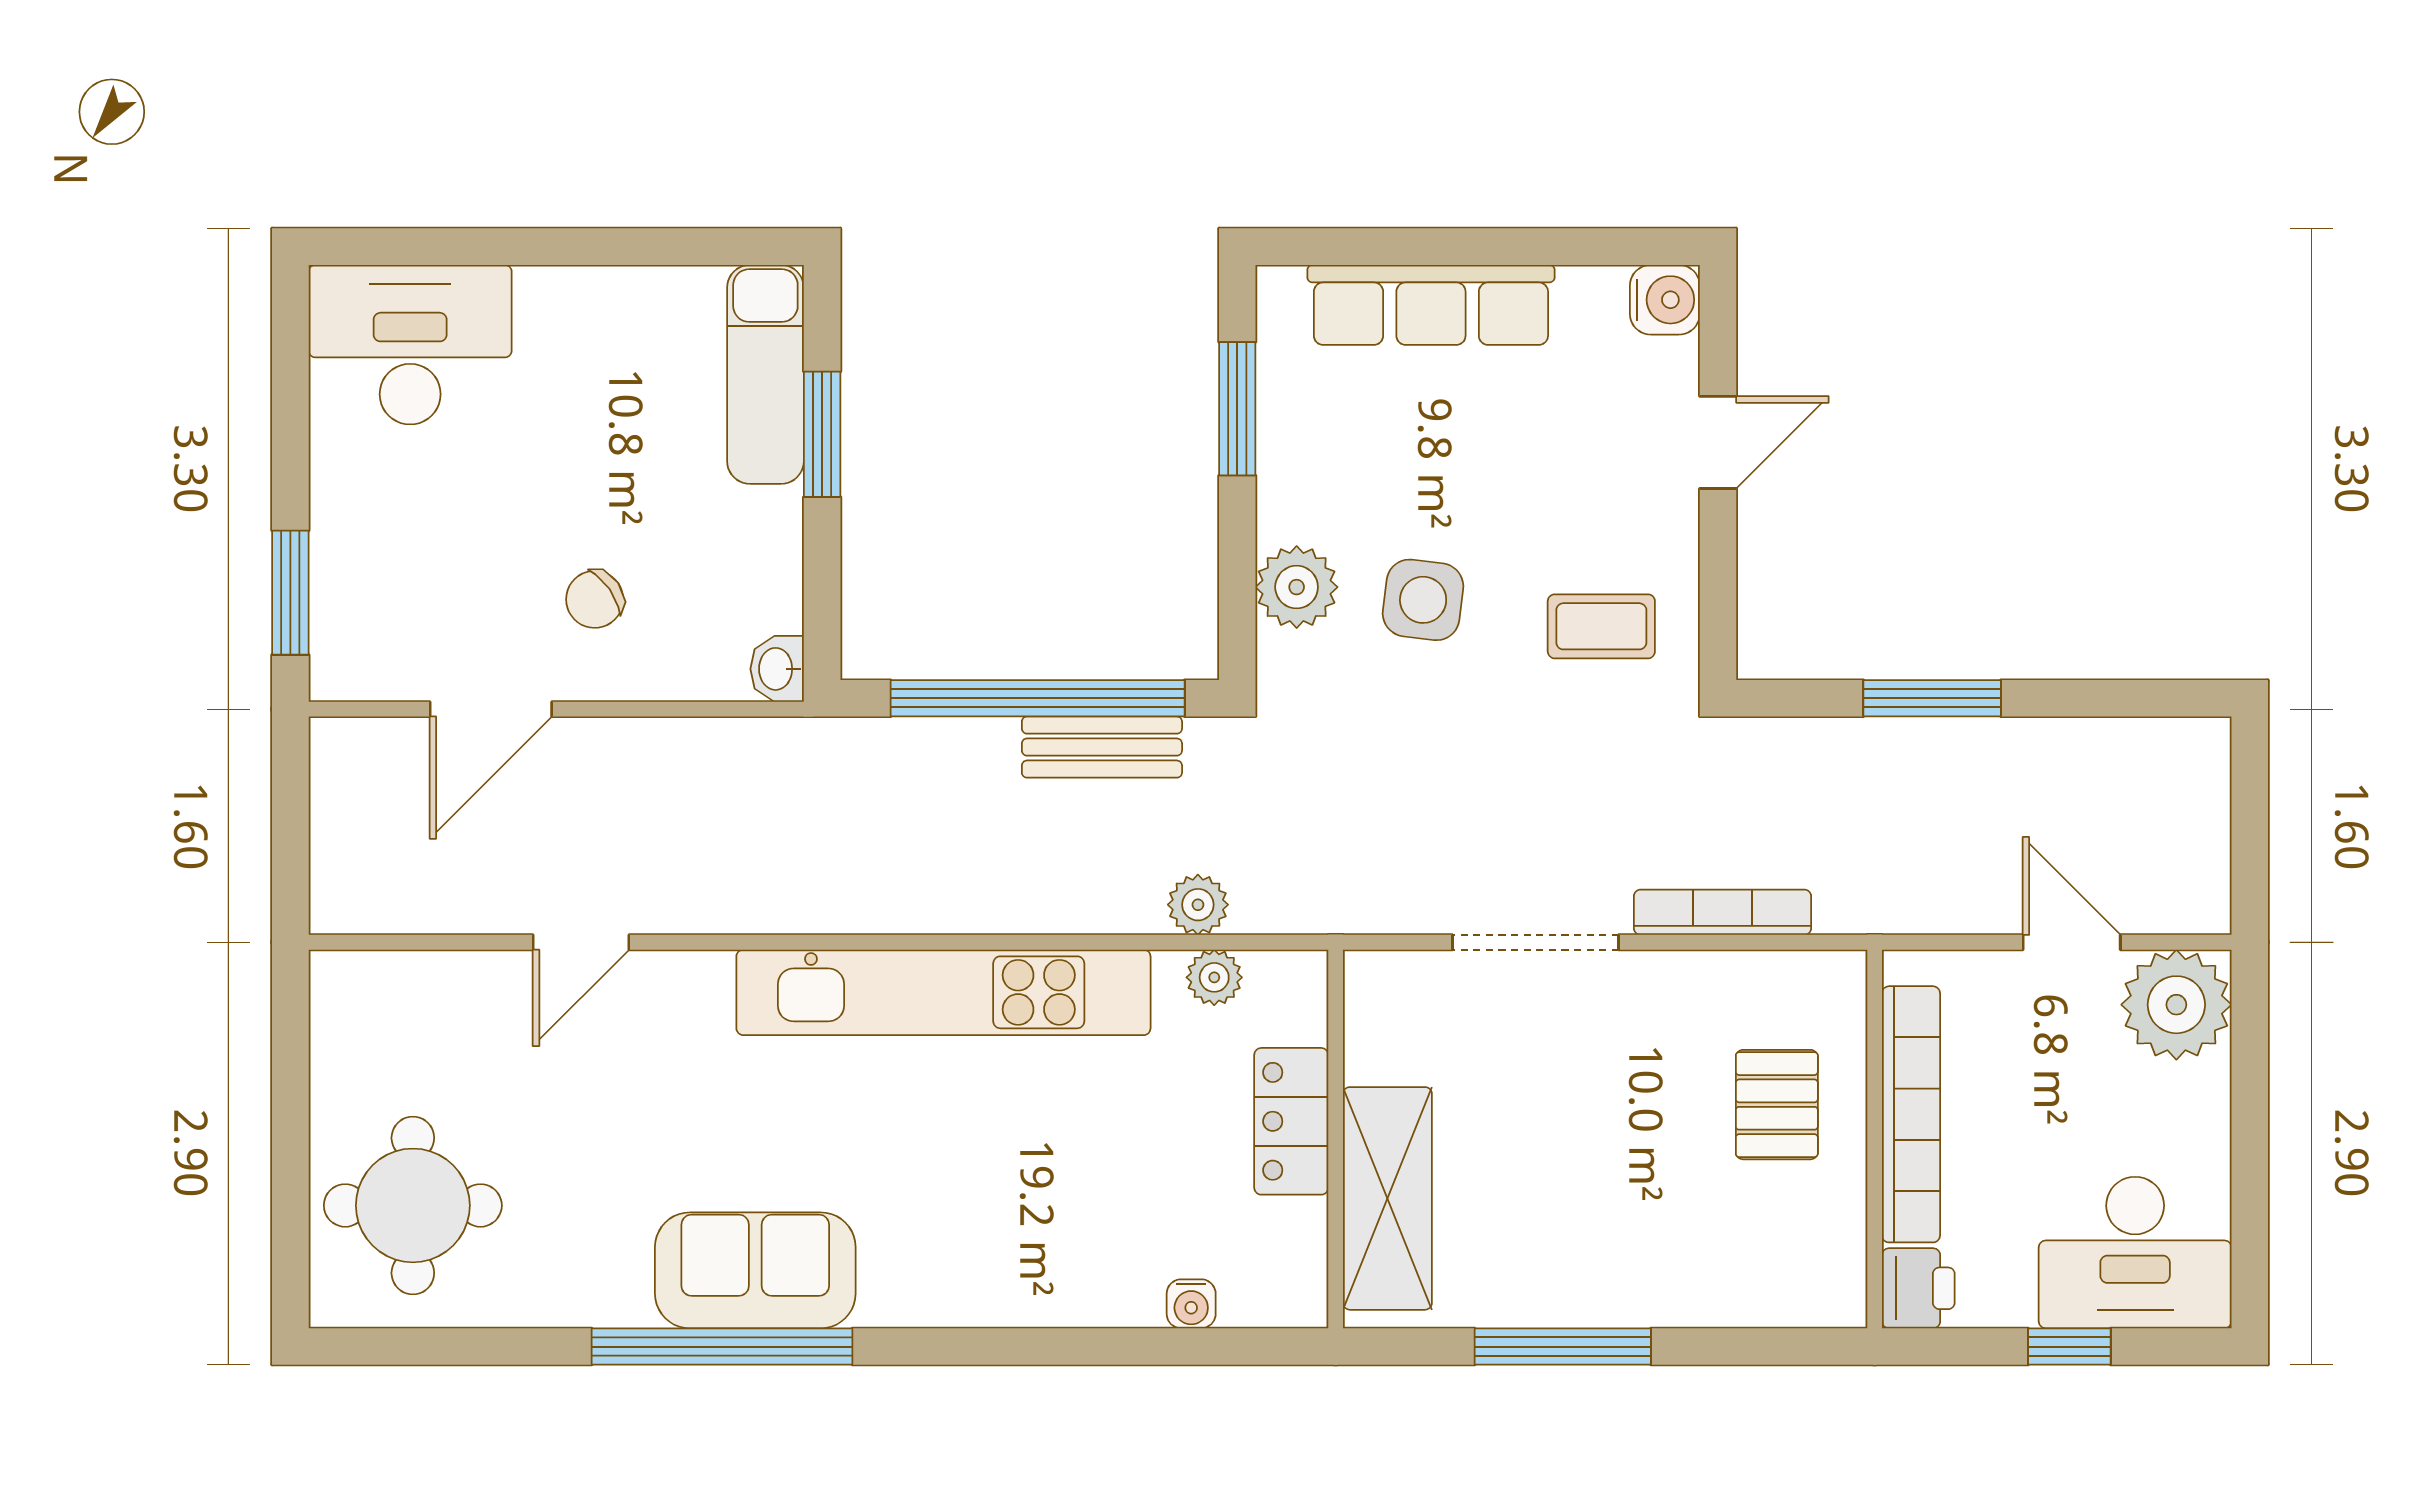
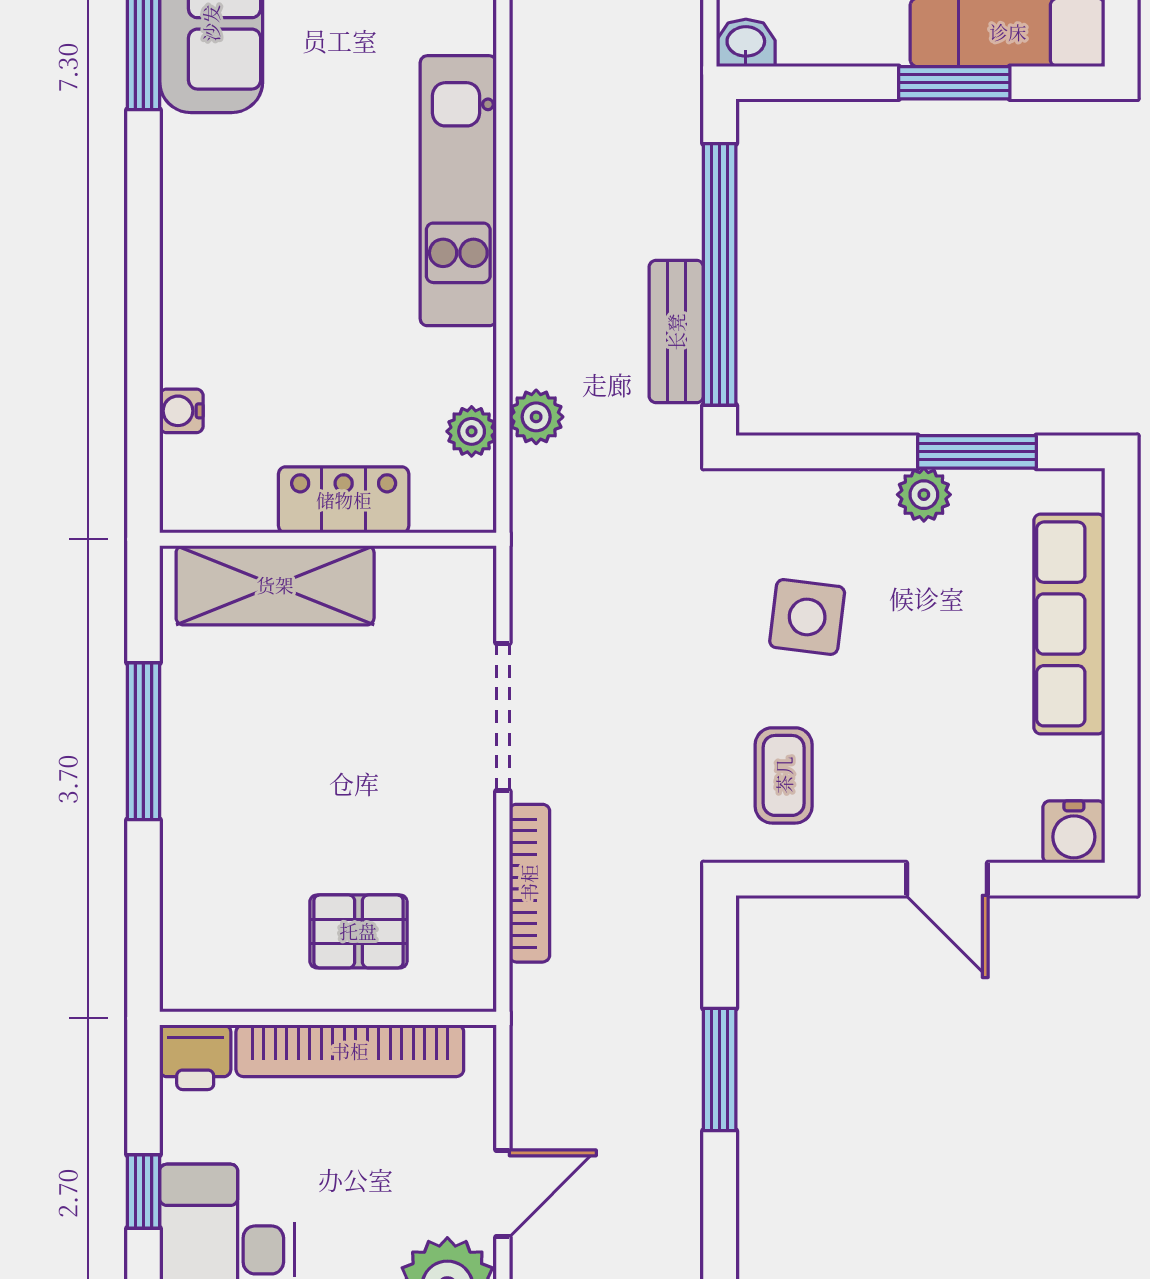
plant: (1297, 587) -> (924, 495), moved, width x0.73, depth x0.73
kitchen unit: (943, 992) -> (458, 191), width x0.73

